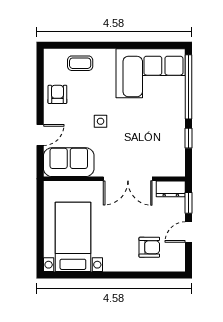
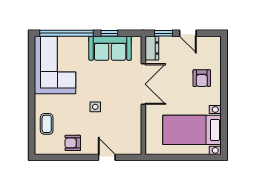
sofa: (69, 162) -> (110, 48), moved, turned -90
armchair: (149, 247) -> (202, 78), moved, turned 180

